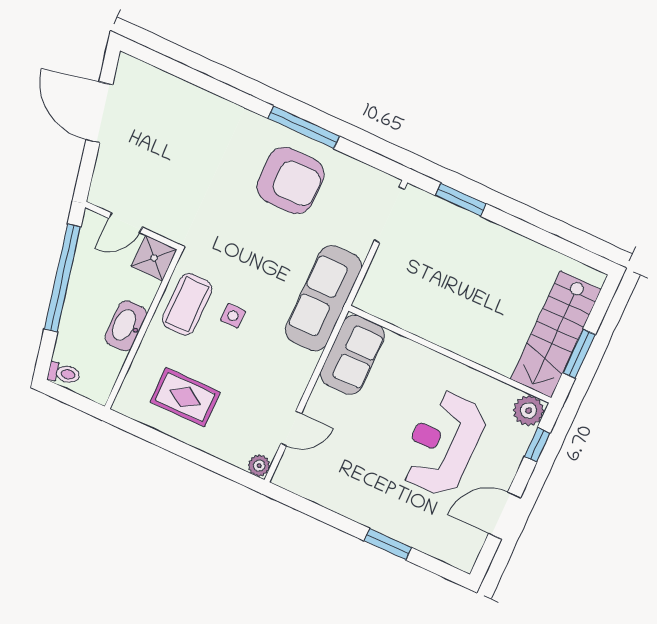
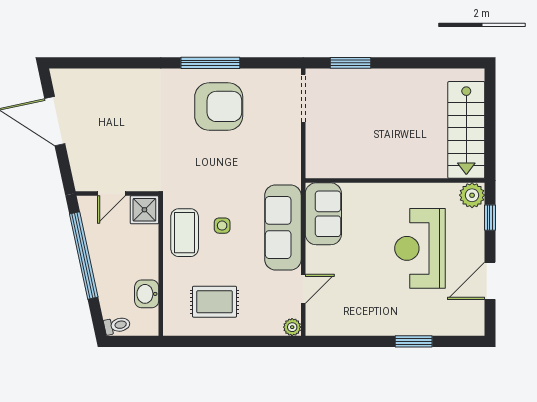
sofa: (323, 298) -> (283, 227), moved
washbasin: (126, 326) -> (147, 294), moved, width x0.72
window: (579, 354) -> (490, 136), removed

